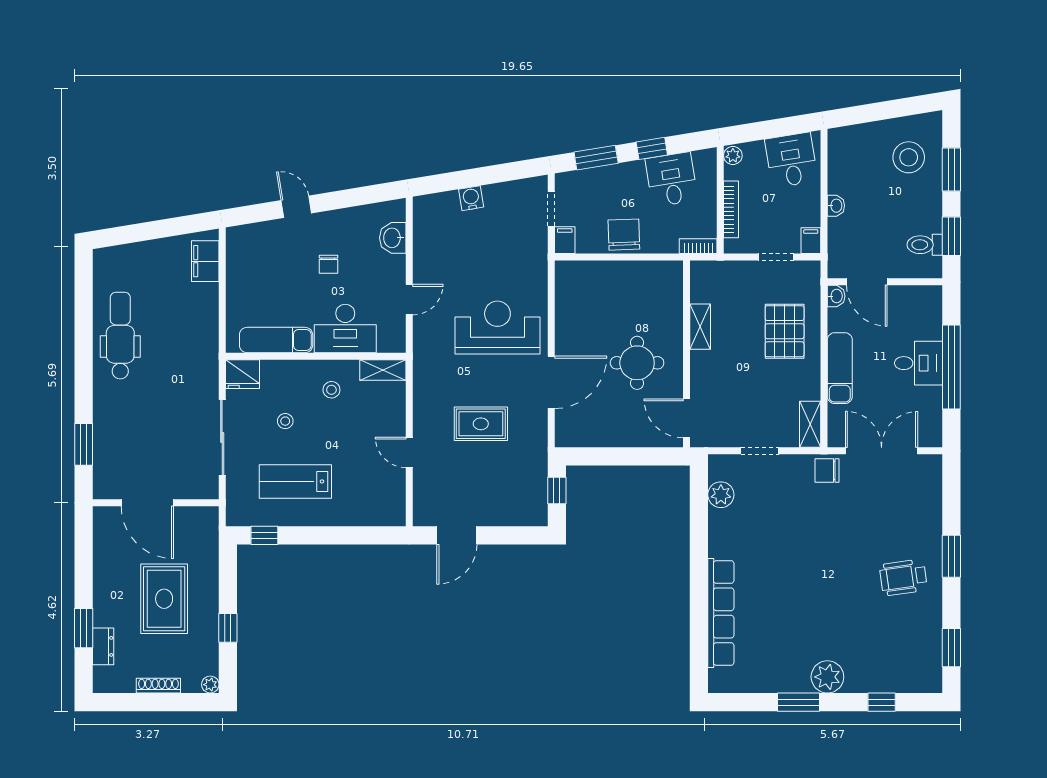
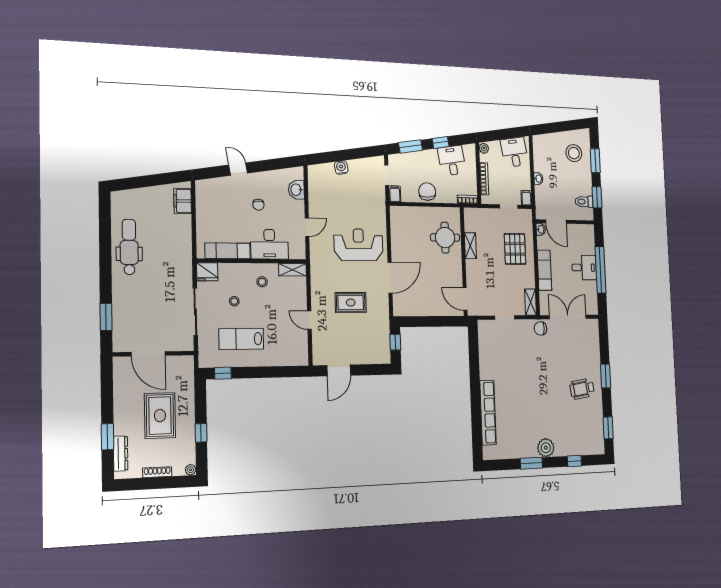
round table: (637, 363) -> (445, 238), moved
plant: (721, 495) -> (485, 343), removed
dresser: (103, 646) -> (121, 454), width x1.44

